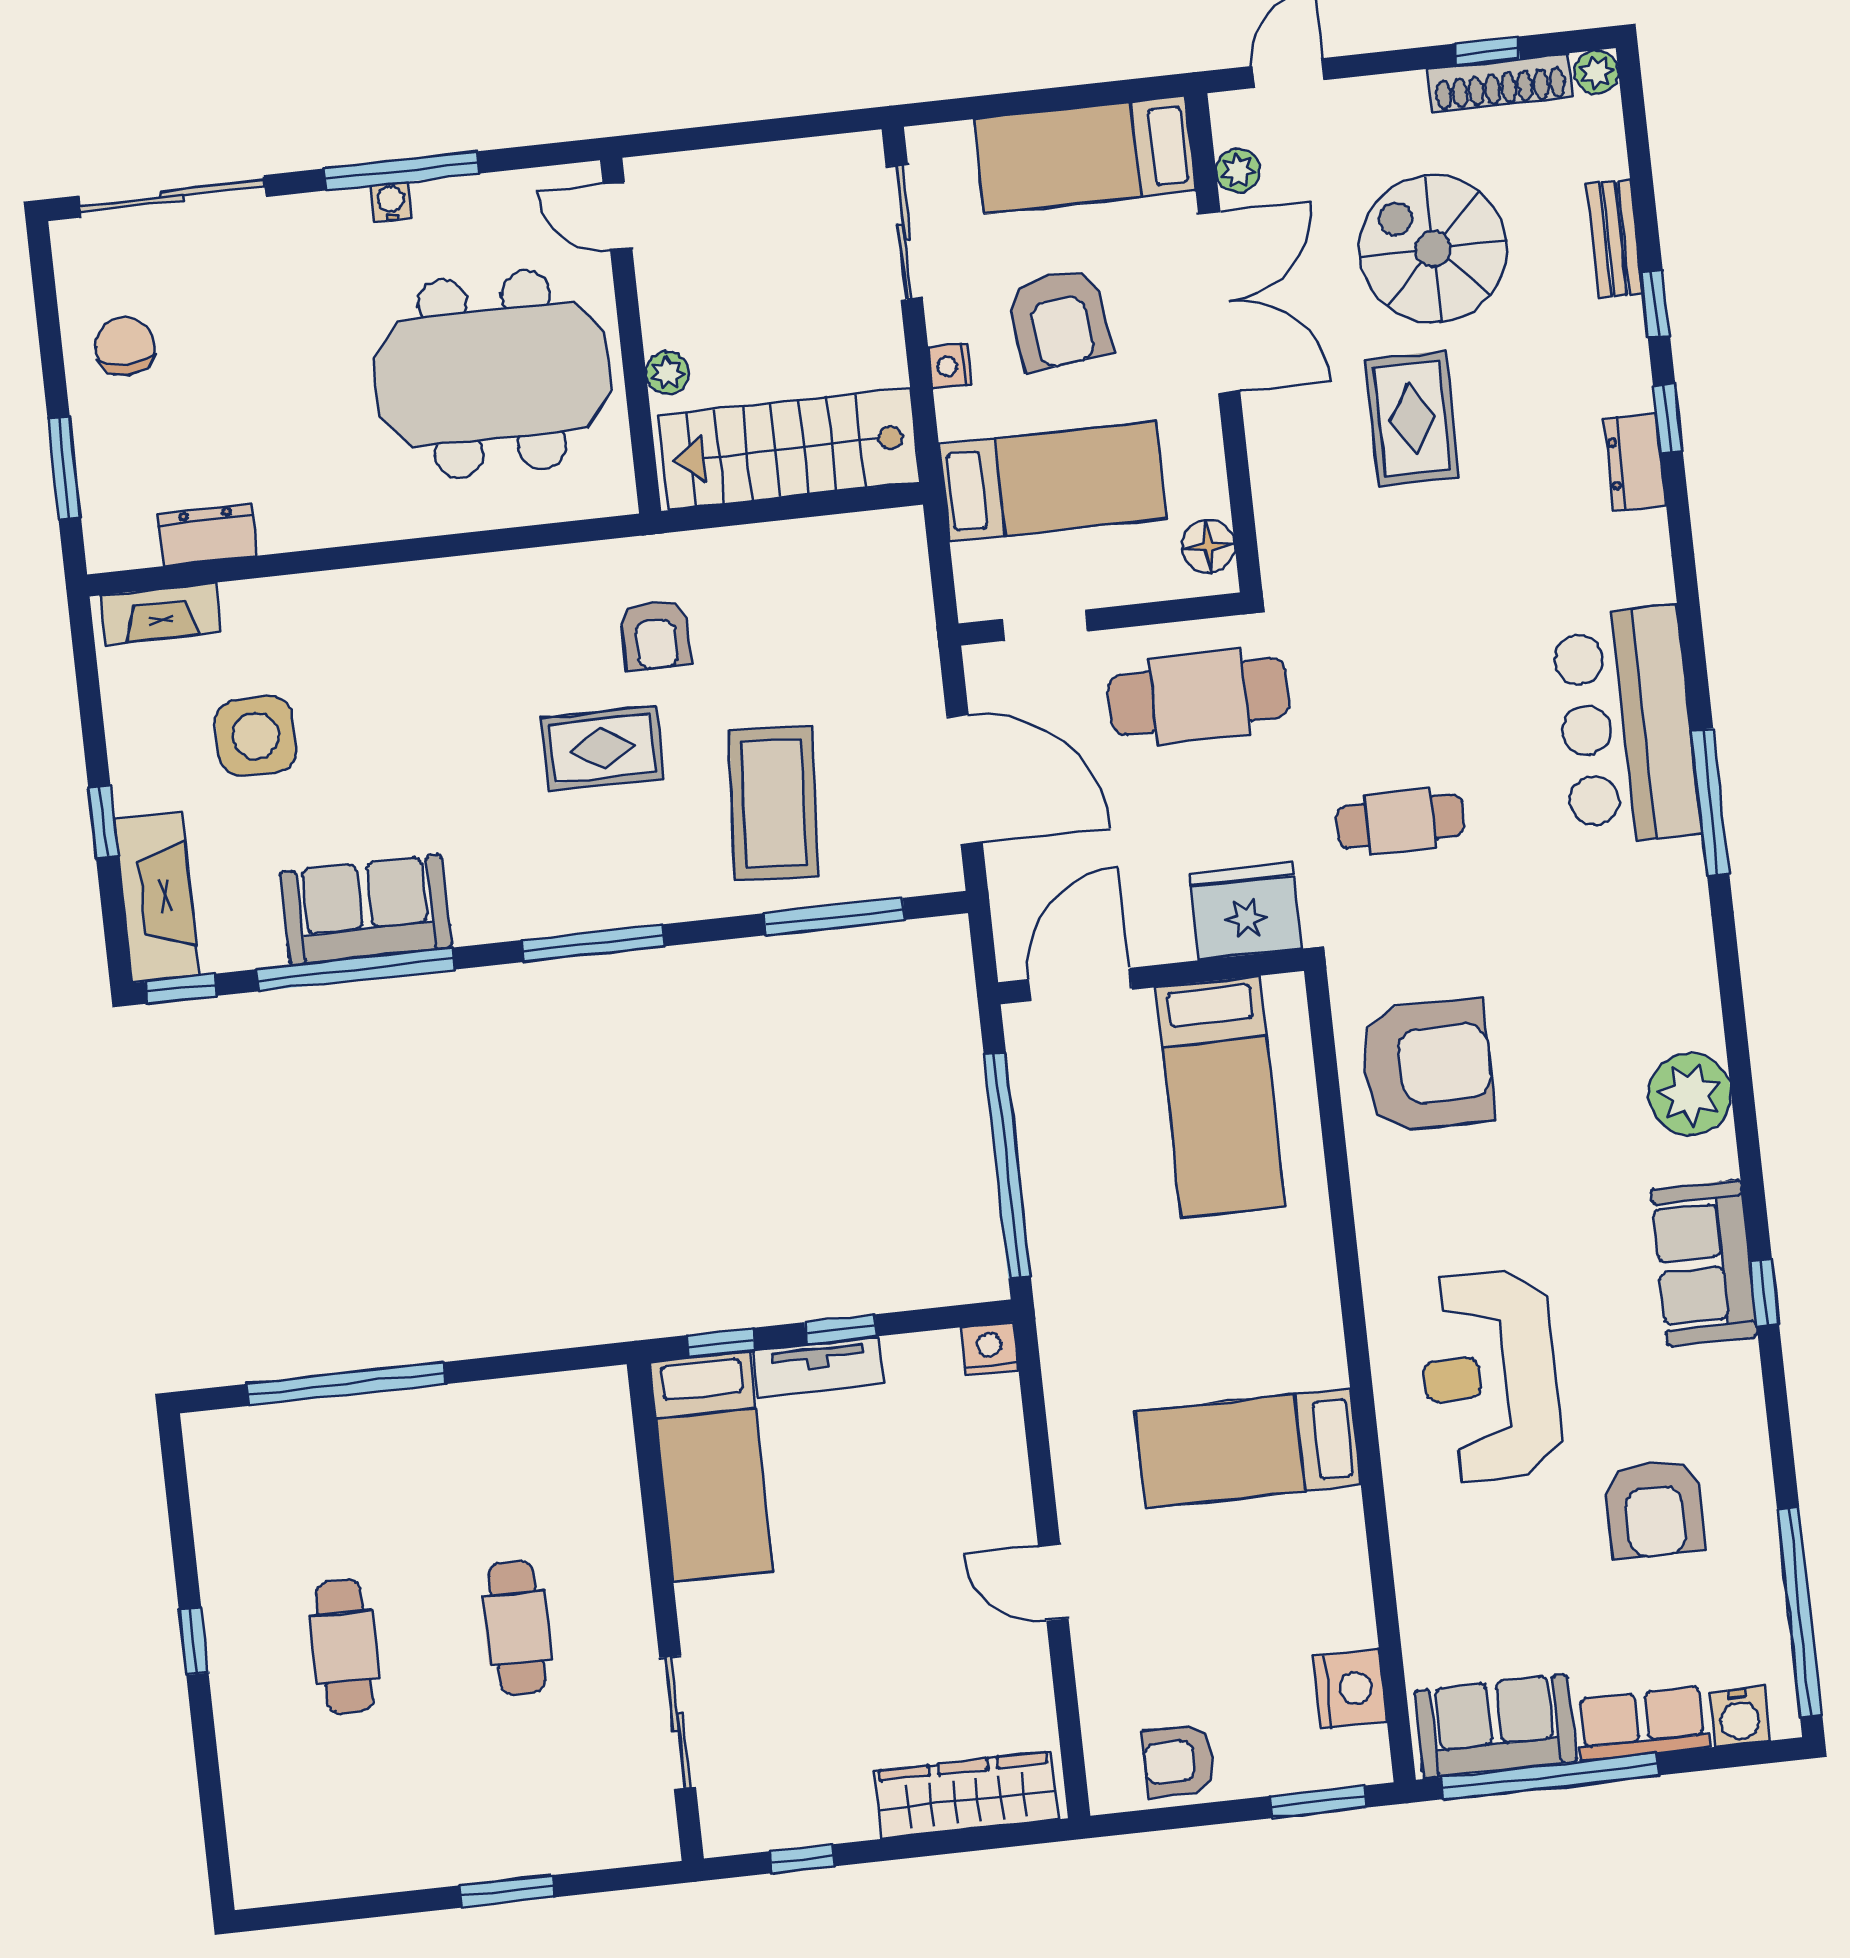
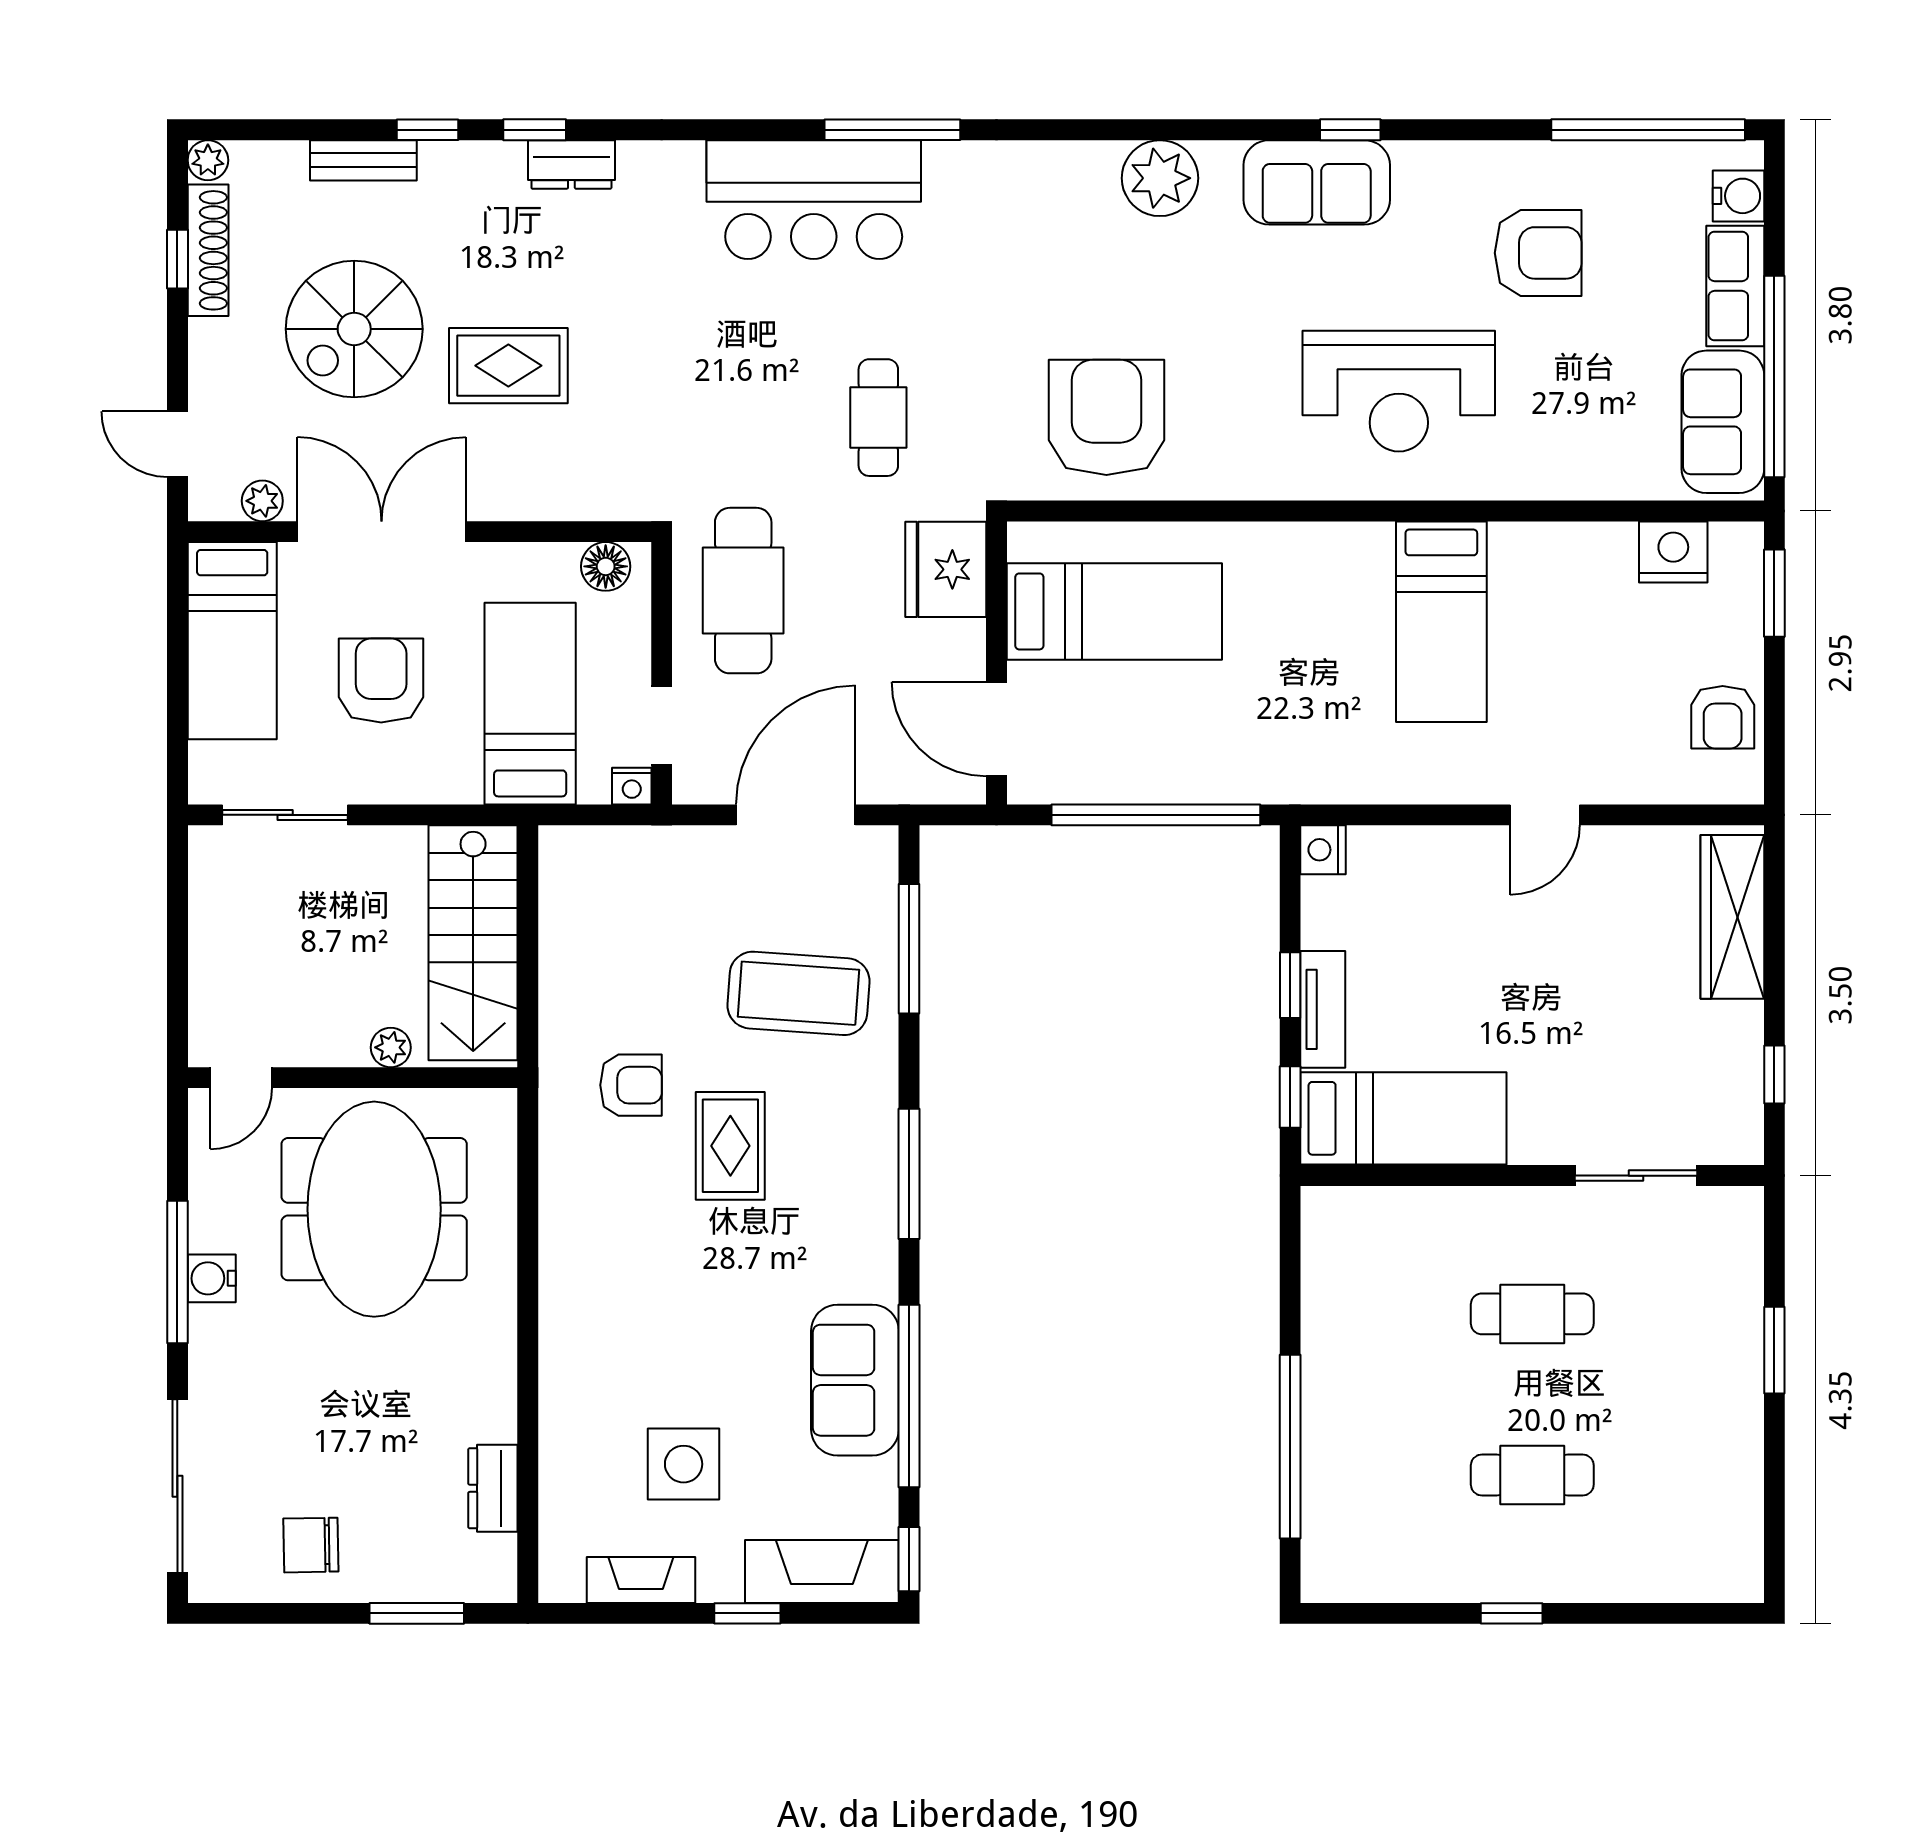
water cooler: (391, 202) -> (212, 1278), width x1.38, depth x1.38
armchair: (1060, 319) -> (381, 681), turned -83
nightstand: (950, 366) -> (632, 786), moved
fireplace: (160, 614) -> (641, 1580), moved, turned -90

